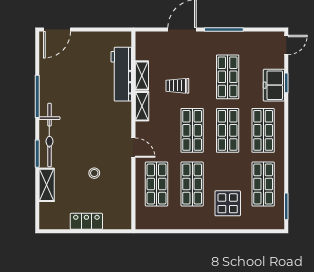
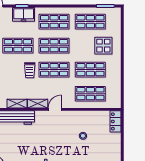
trolley: (177, 86) -> (30, 70), moved
door: (133, 148) -> (55, 109), moved
locker: (86, 221) -> (116, 121), moved

